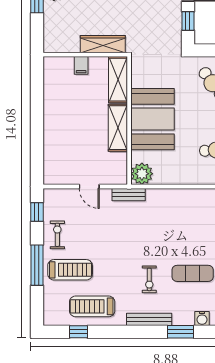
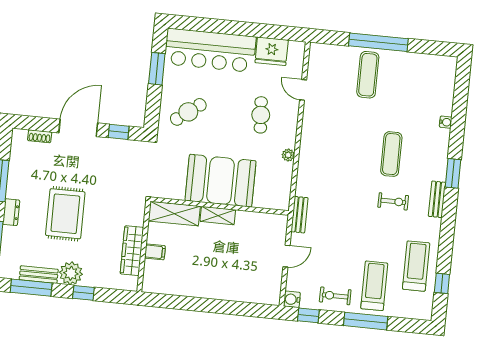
wardrobe: (103, 44) -> (132, 251), moved
shelving: (118, 128) -> (218, 216), width x0.67, depth x0.75
plant: (142, 174) -> (288, 155), moved, width x0.53, depth x0.53
treadmill: (92, 306) -> (416, 266), turned 180
water cooler: (202, 318) -> (292, 299), moved, turned 180
bench: (149, 319) -> (437, 199), width x0.73

